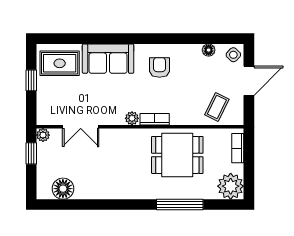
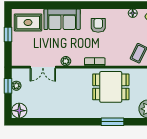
plant: (132, 118) -> (66, 61), moved
plant: (43, 135) -> (16, 86), moved
floor lamp: (63, 189) -> (19, 111), moved
window: (180, 204) -> (112, 122), width x0.69

